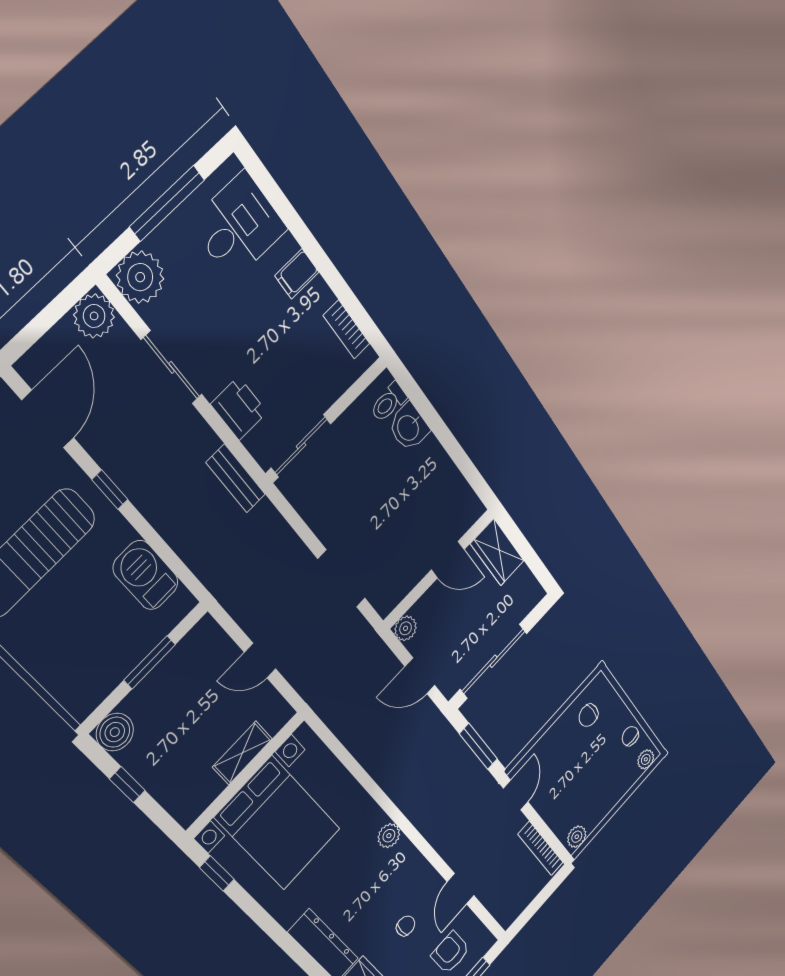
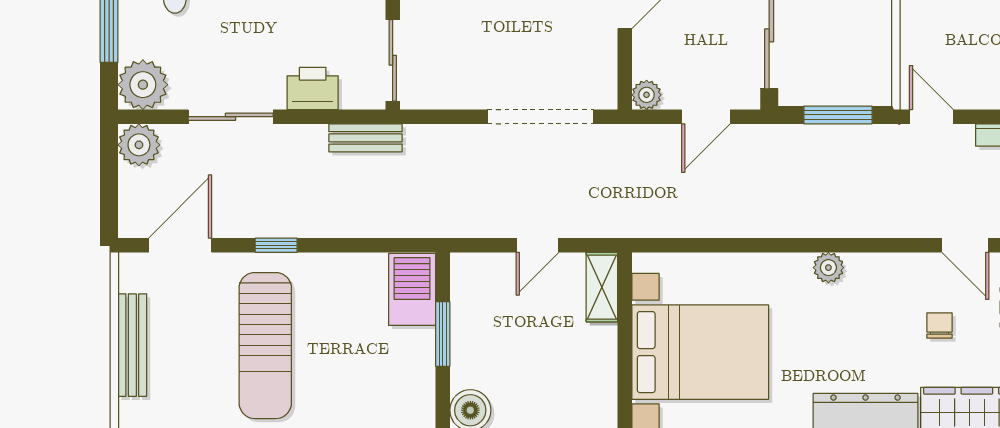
door: (48, 419) -> (180, 245), hinge flipped
barbecue: (146, 575) -> (412, 289), moved, turned 90
doorway: (342, 579) -> (541, 117), width x1.36
shelving: (242, 753) -> (602, 287), moved

